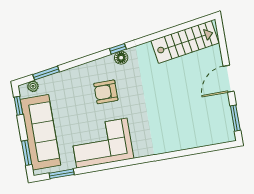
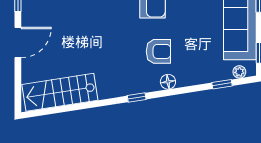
floor lamp: (121, 58) -> (168, 82), moved
window: (46, 73) -> (222, 84), width x0.67

